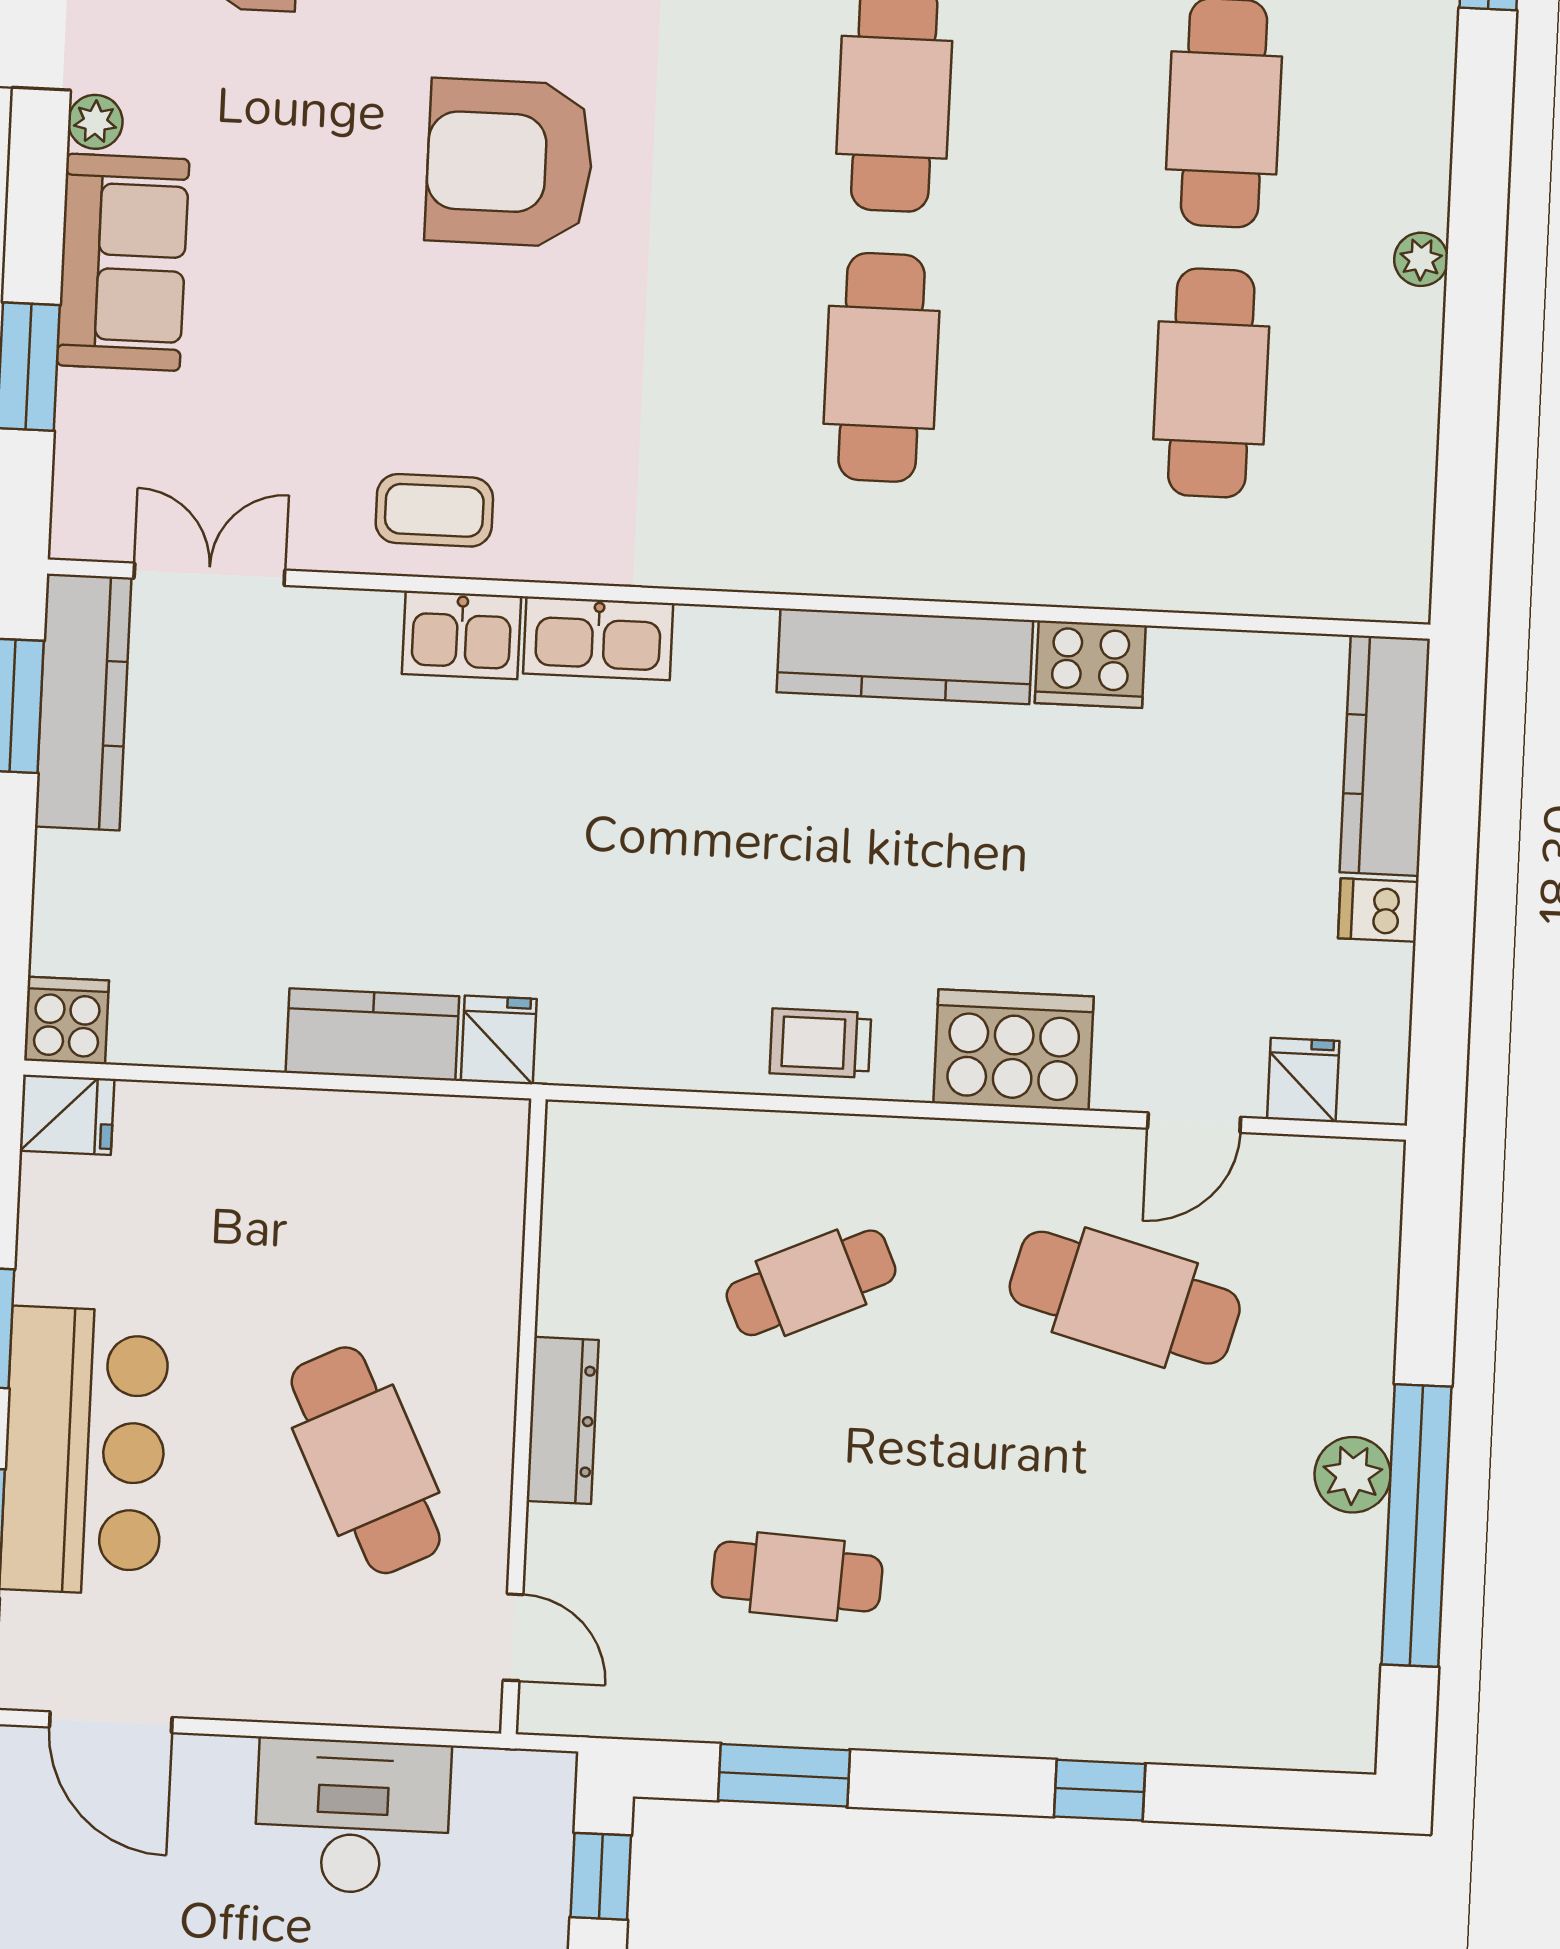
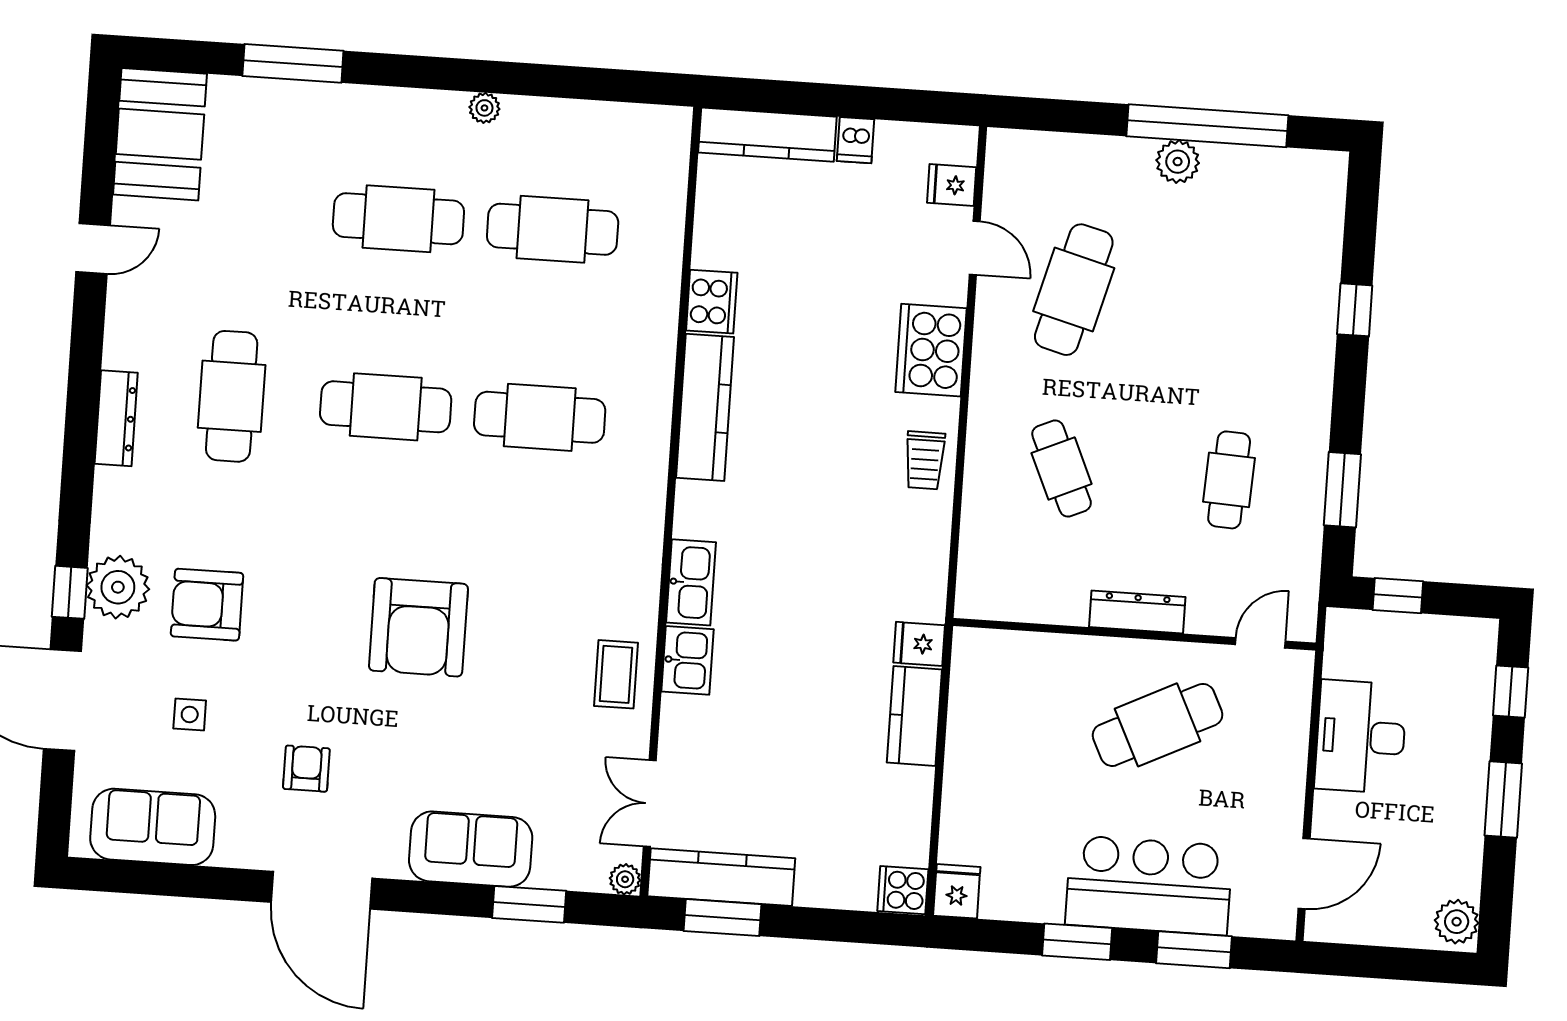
plant: (95, 122) -> (625, 879), moved

